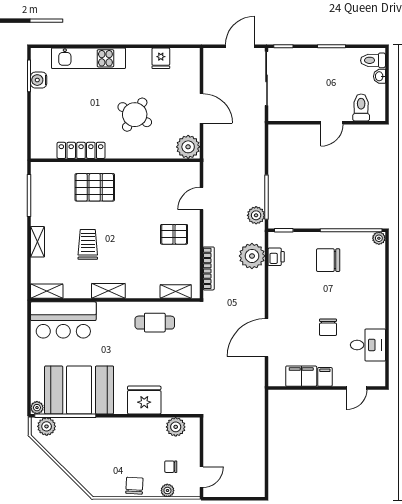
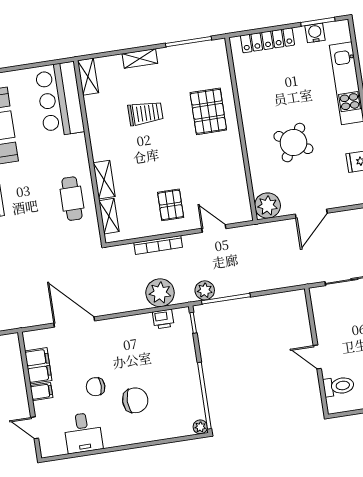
locker: (81, 150) -> (267, 40), moved, turned 90
chair: (328, 260) -> (135, 400), moved, turned 90
bookcase: (209, 268) -> (158, 245), moved
shelving: (108, 291) -> (104, 180), moved

